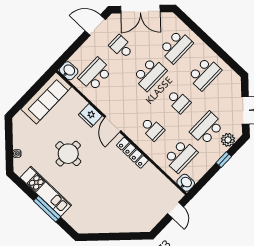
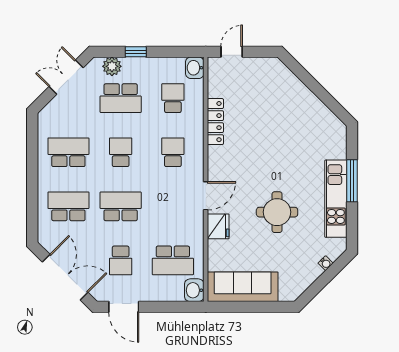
locker: (132, 153) -> (215, 122), moved
school desk: (181, 156) -> (173, 98), width x0.54

